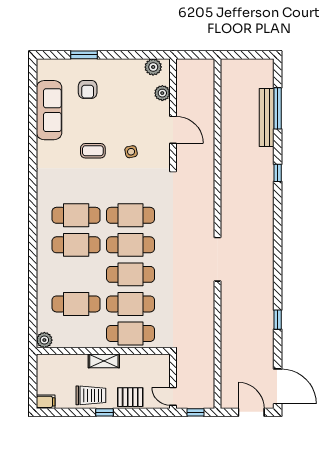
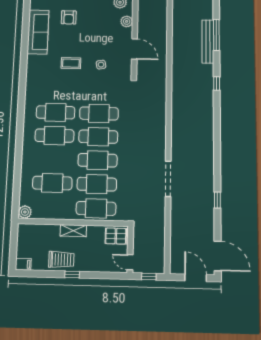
doorway: (218, 259) -> (168, 179), moved
pallet: (130, 397) -> (116, 236), moved

